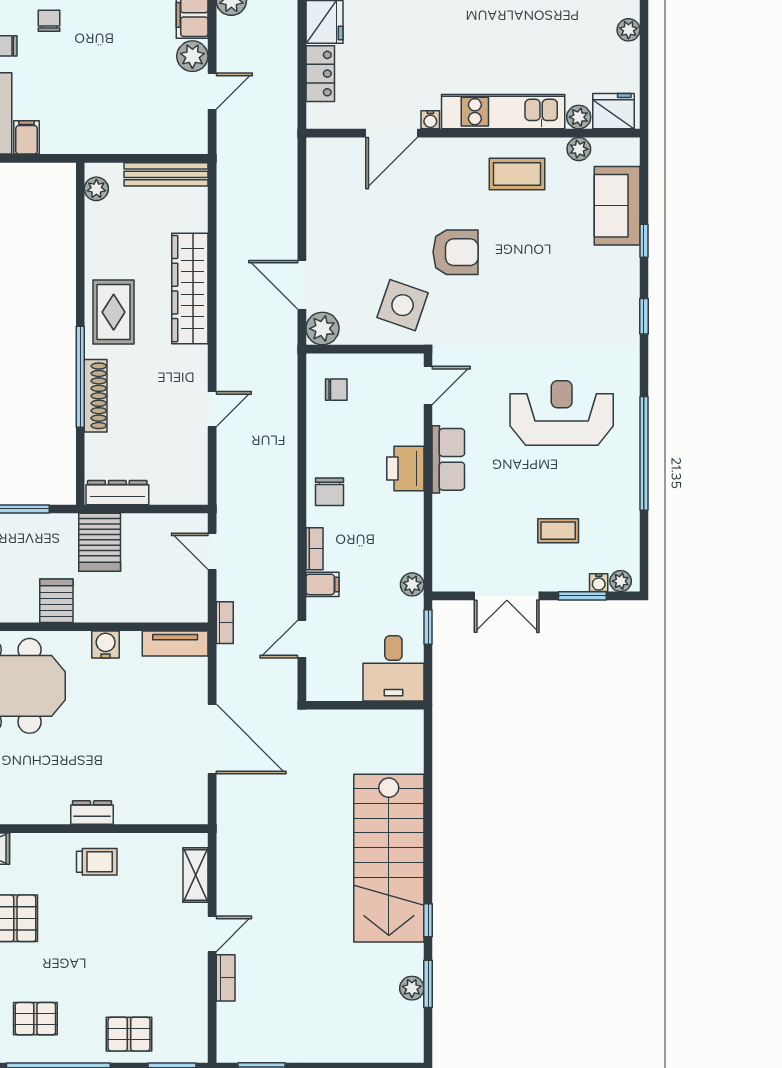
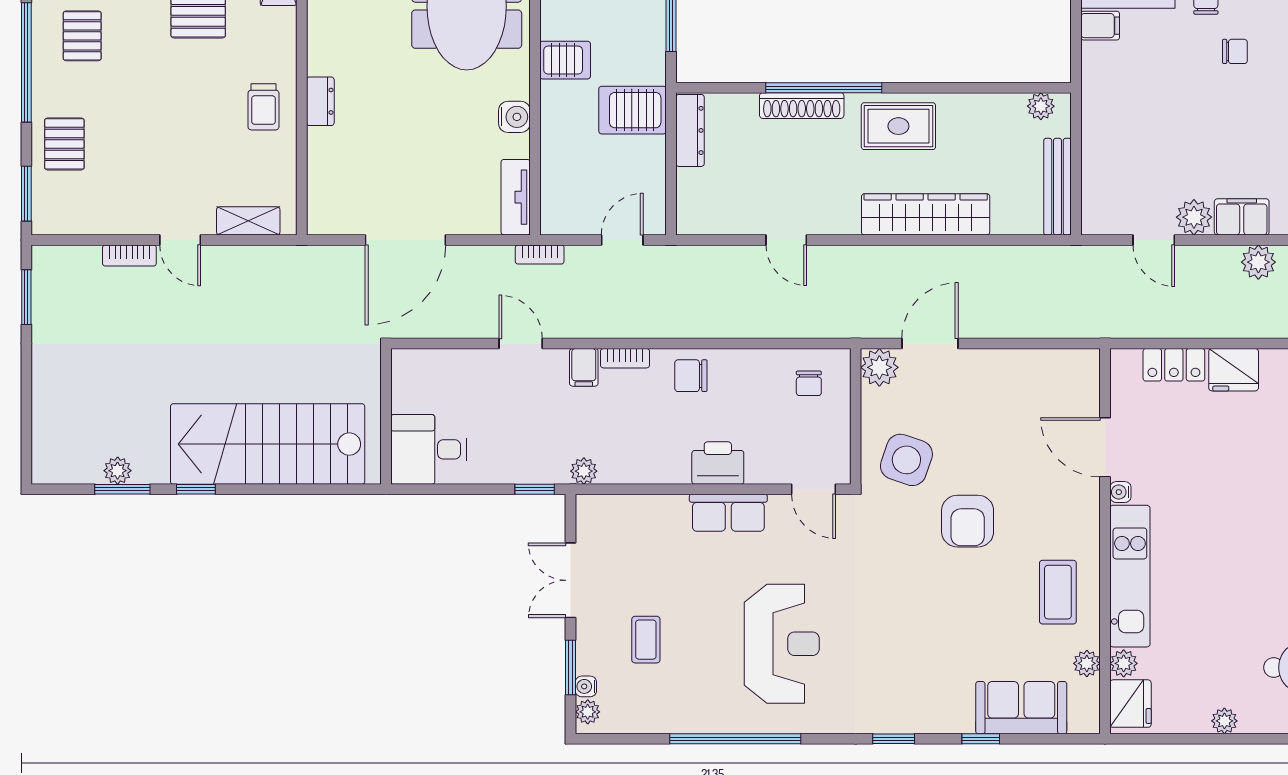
desk: (393, 668) -> (429, 449), moved
wall: (365, 705) -> (386, 416), moved

